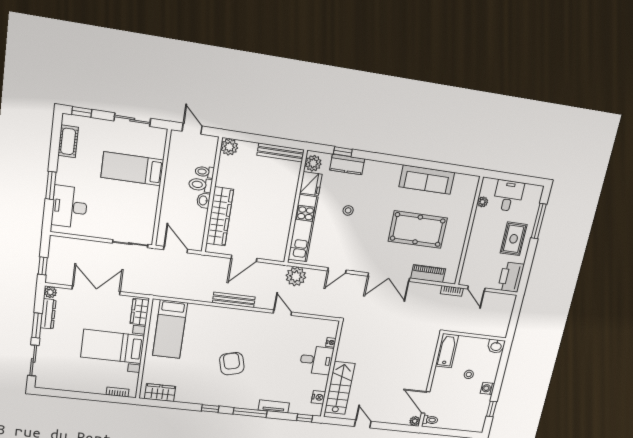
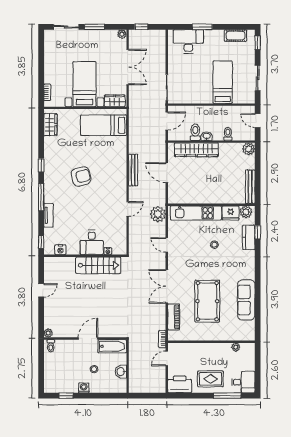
door: (192, 129) -> (258, 121), swing flipped
toilet: (200, 185) -> (195, 132), moved
desk: (508, 196) -> (243, 382), moved
dresser: (48, 314) -> (105, 34), removed
washbasin: (496, 346) -> (121, 372), moved
stairs: (340, 388) -> (98, 265), moved
door: (426, 402) -> (88, 338), moved

